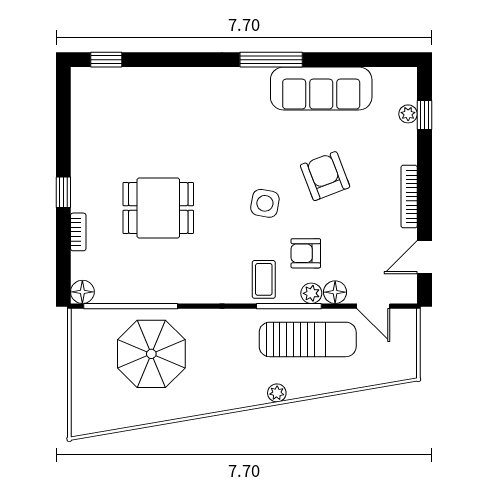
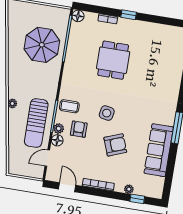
plant: (408, 114) -> (129, 189), moved

